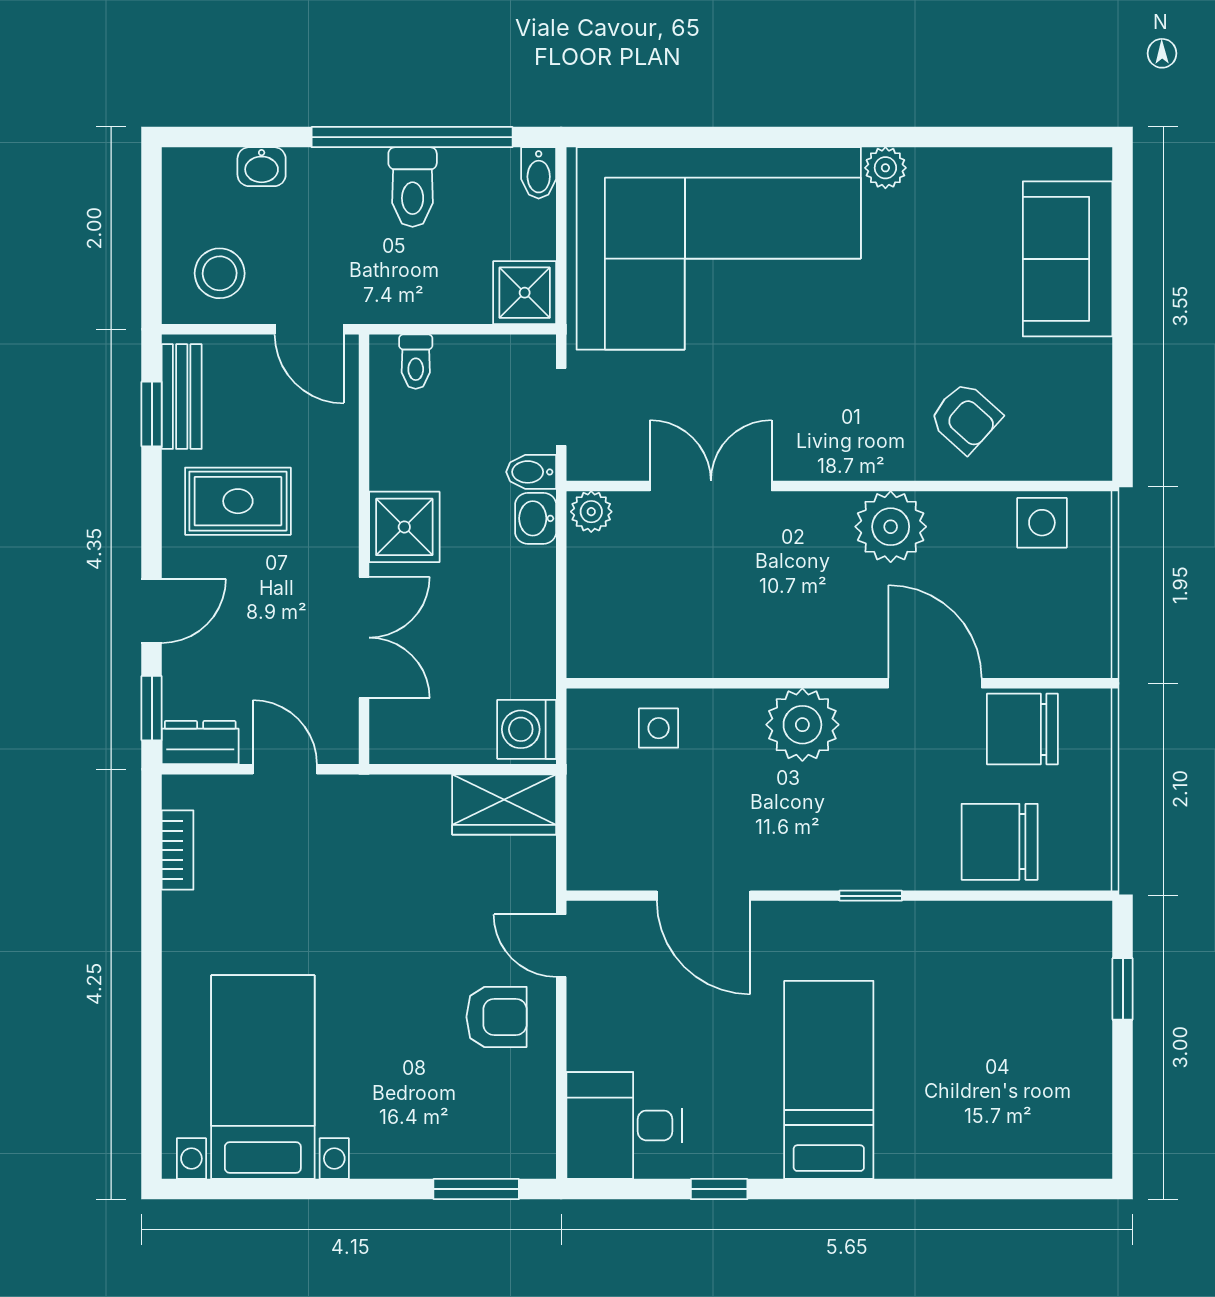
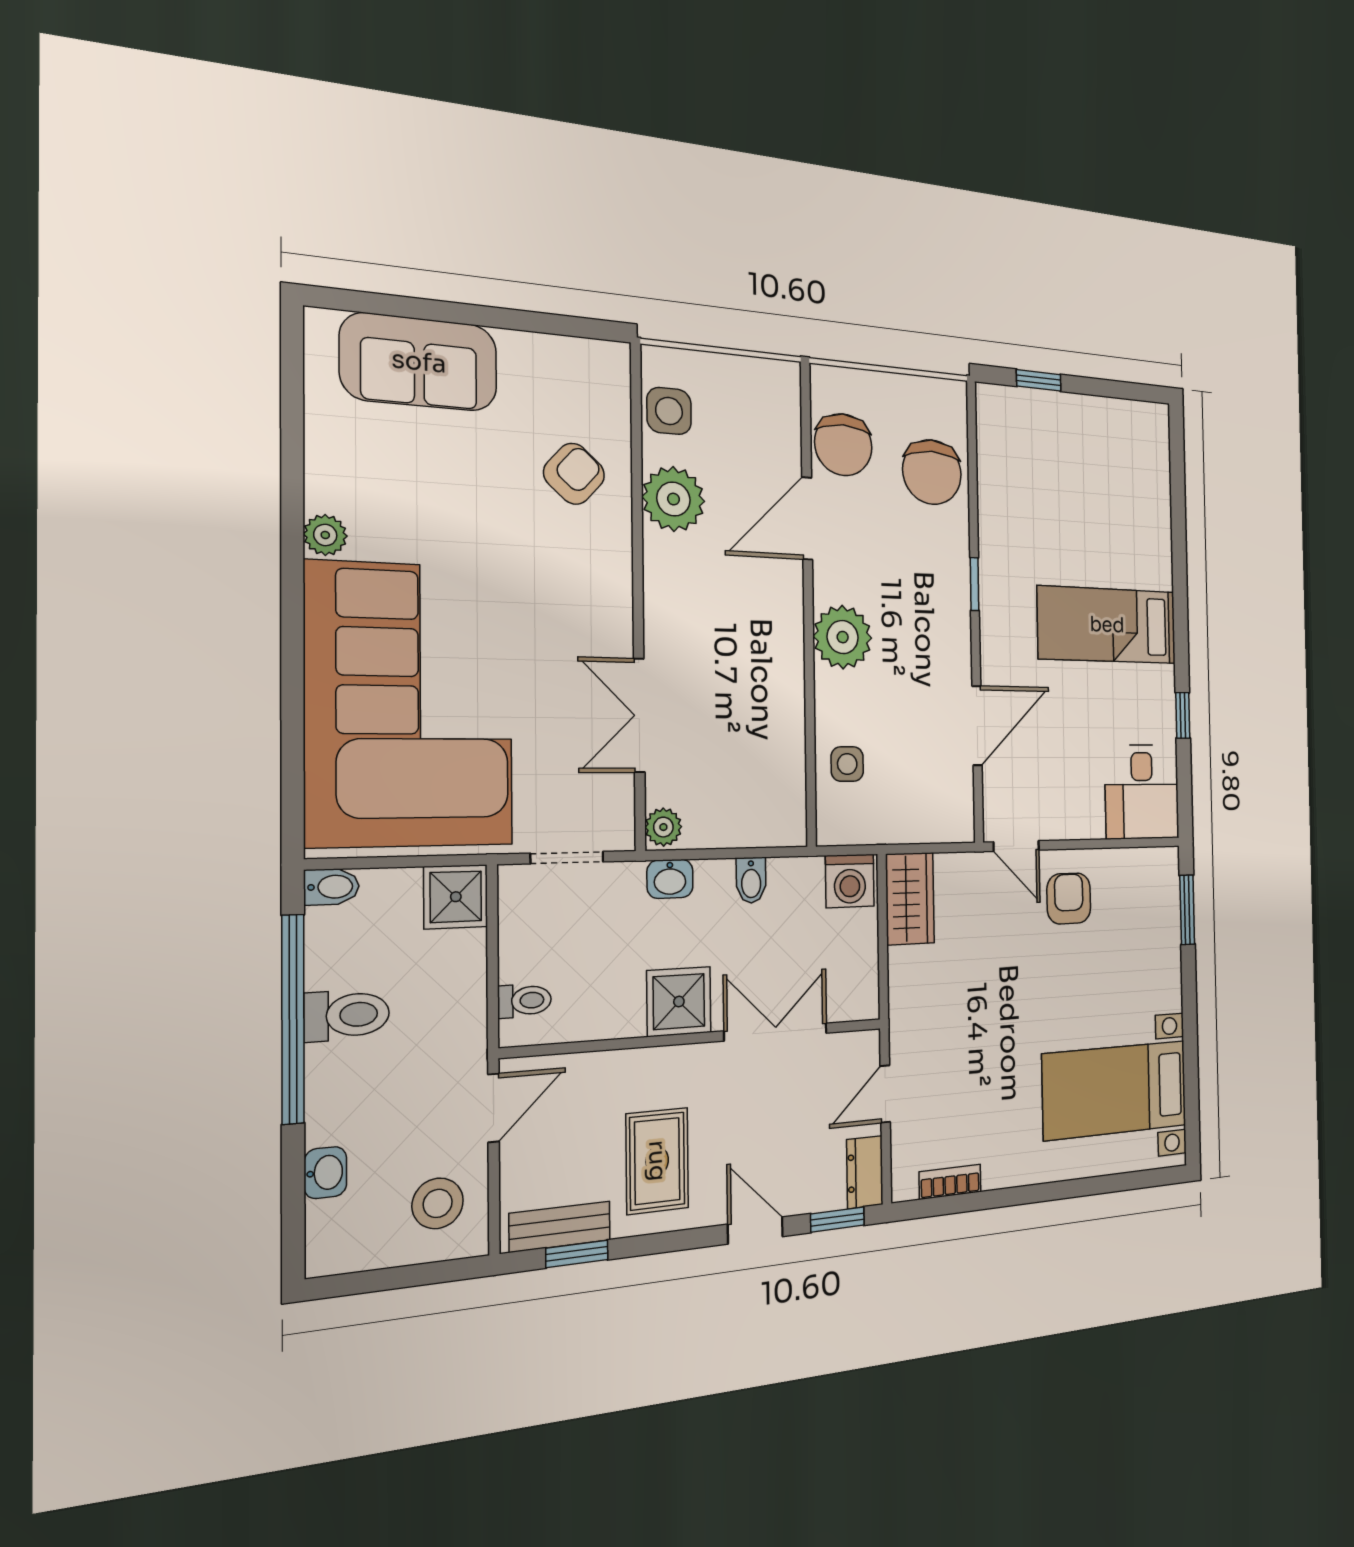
bidet: (531, 472) -> (751, 880), moved
plant: (891, 527) -> (673, 499), moved
door: (561, 946) -> (1016, 846), hinge flipped

